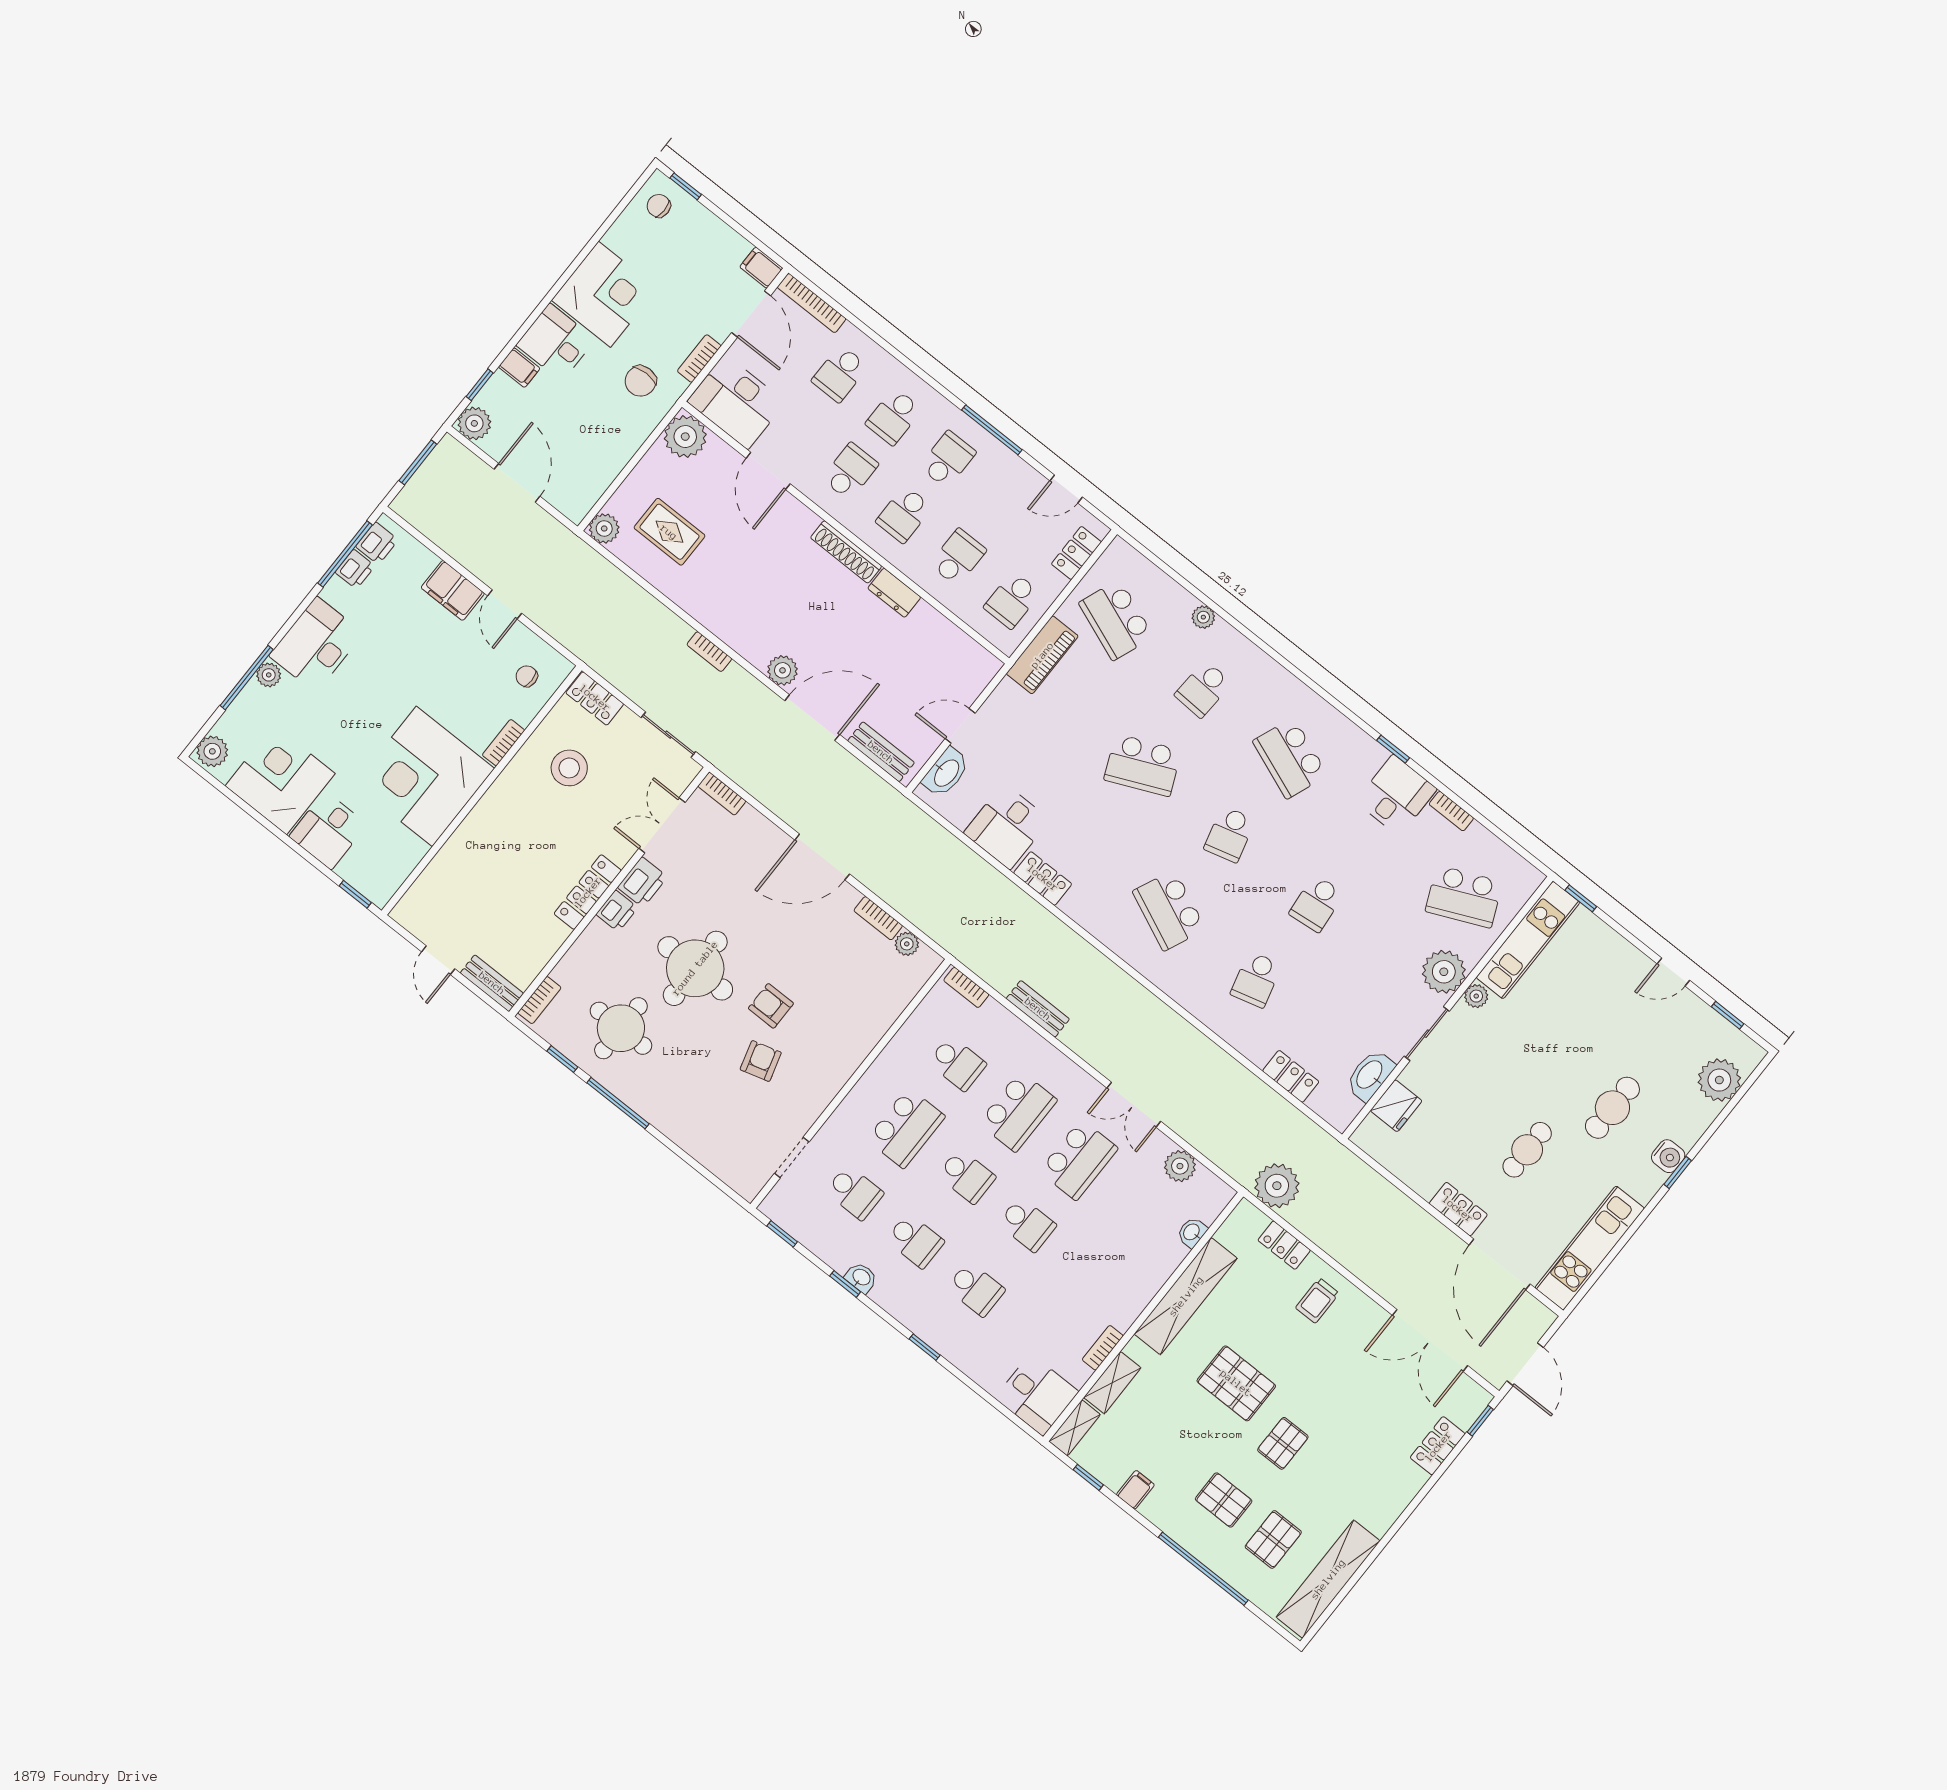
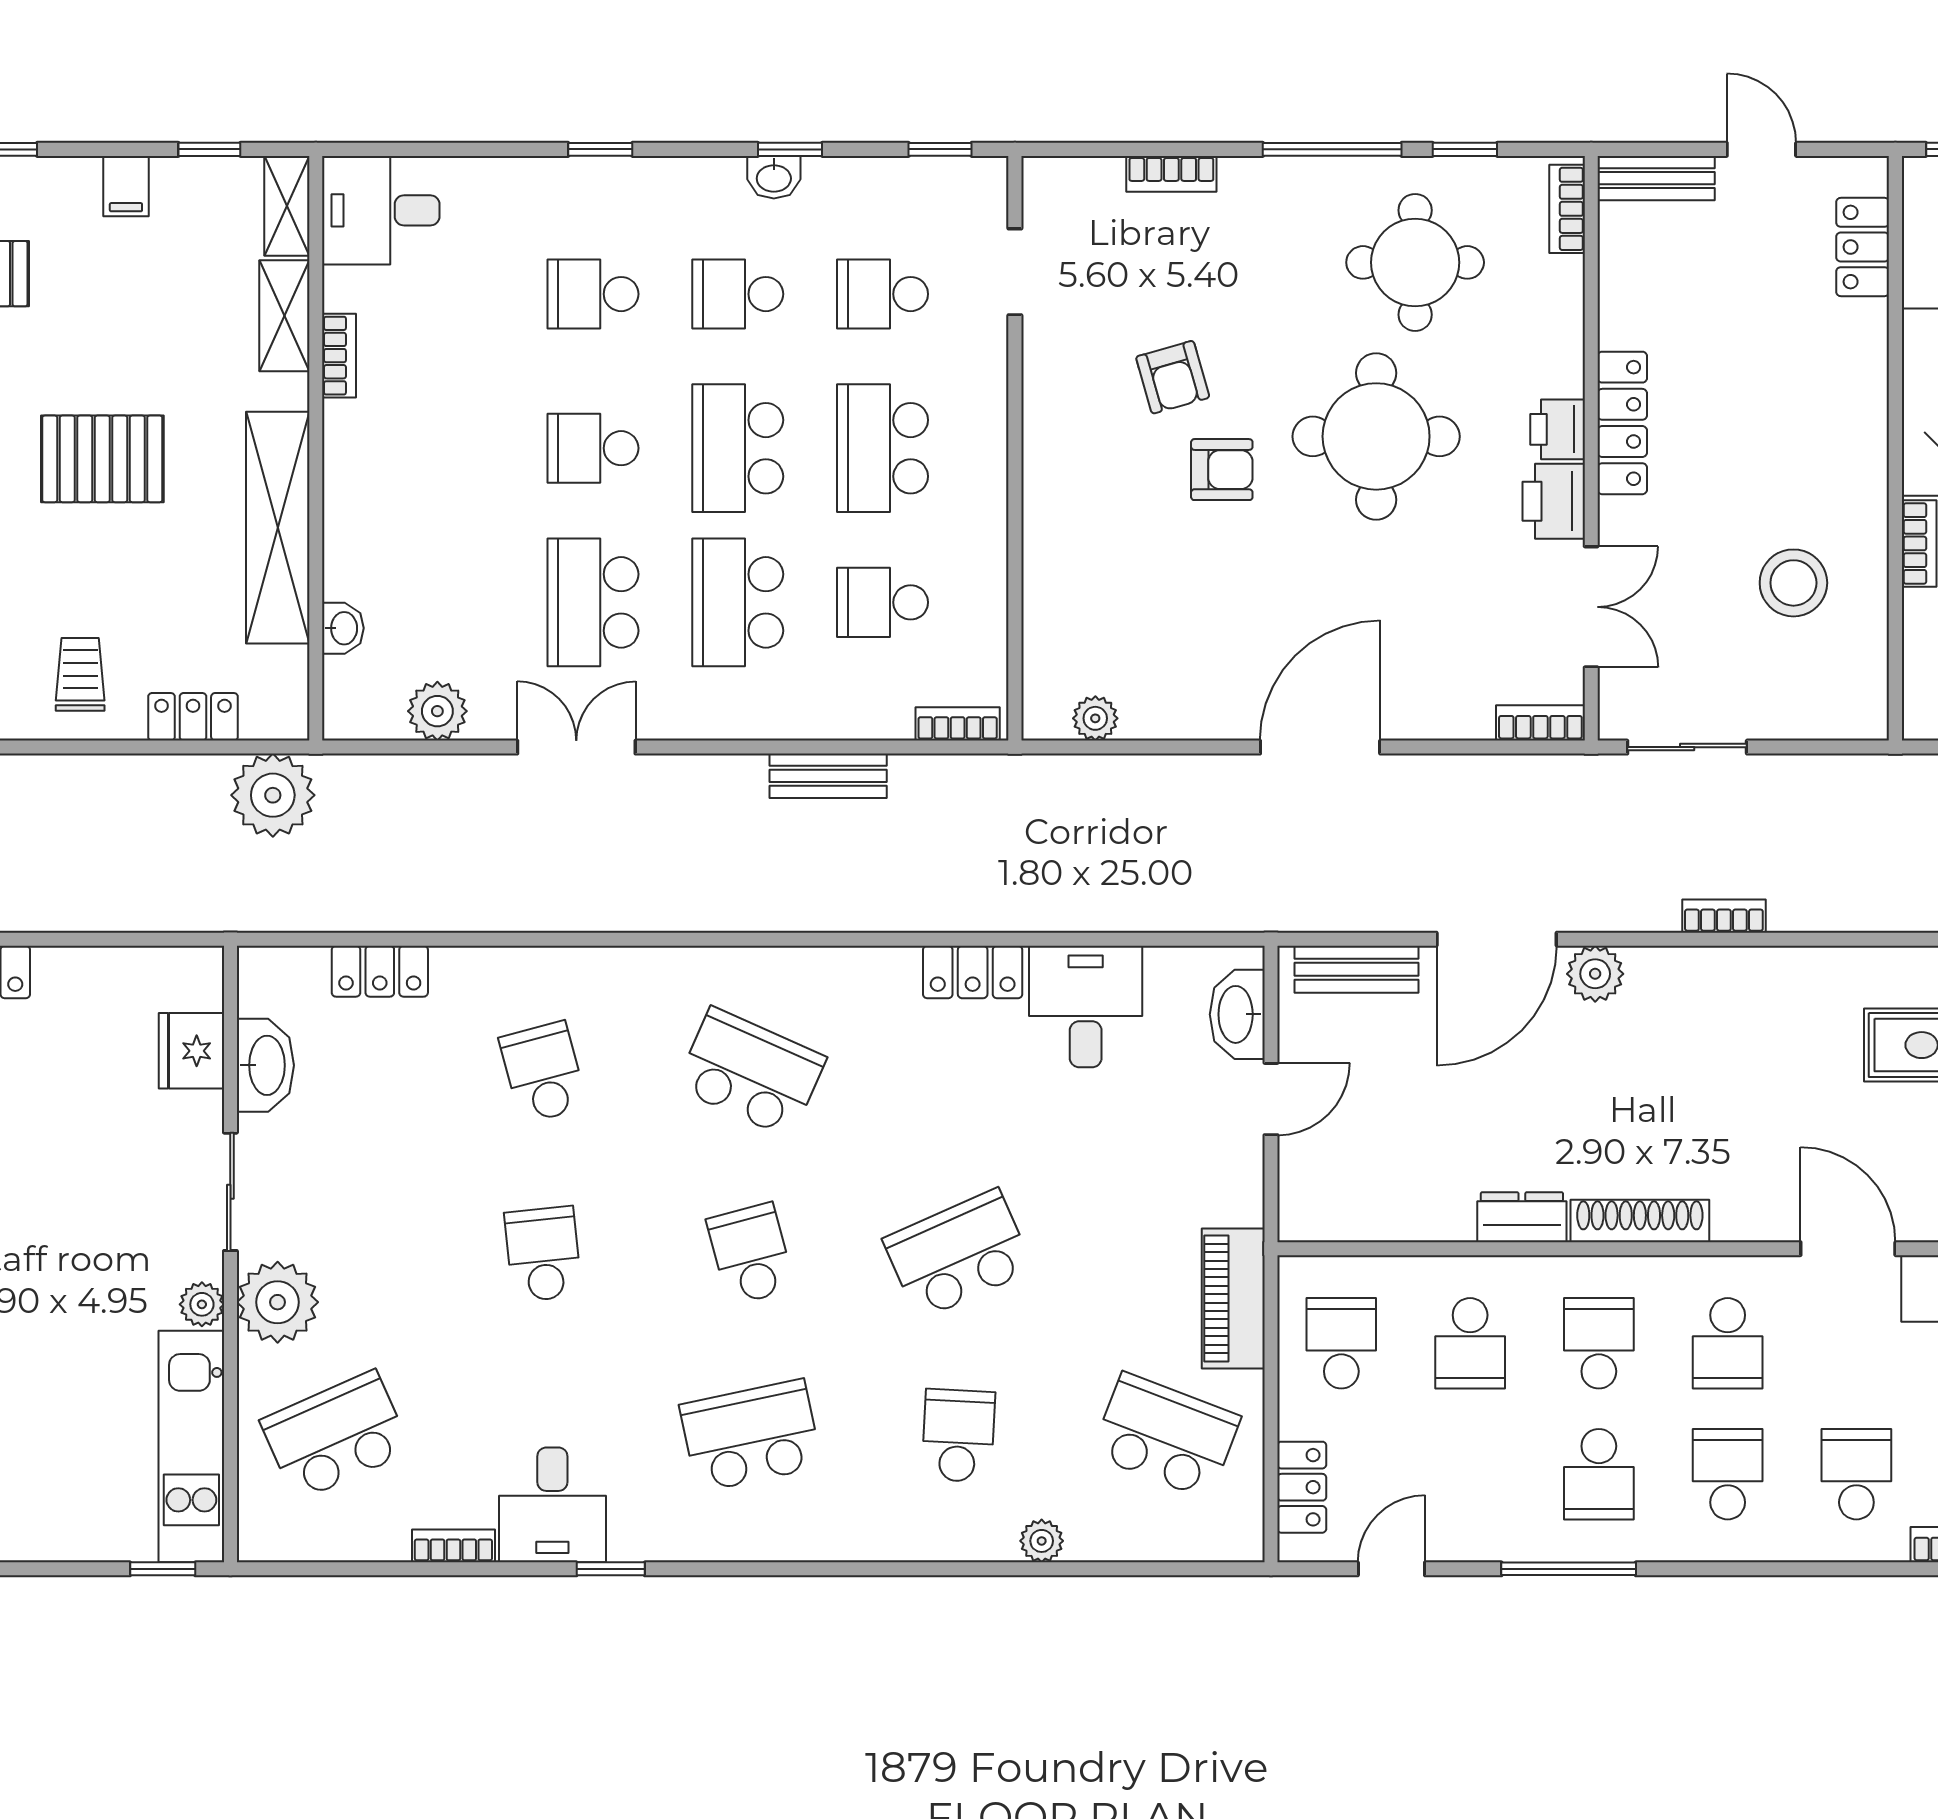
locker: (595, 698) -> (1863, 247), moved, turned -90
school desk: (1290, 758) -> (751, 1436), turned -33
bookcase: (878, 918) -> (1171, 174), moved, turned 180
school desk: (967, 1176) -> (738, 448), width x1.85

